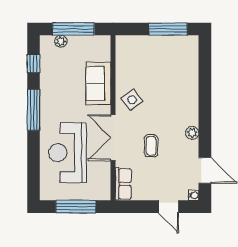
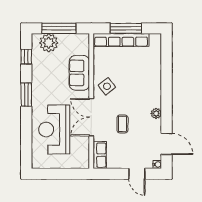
window: (168, 29) -> (126, 28), moved
plant: (61, 41) -> (49, 43), width x1.87, depth x1.87
row of seats: (149, 43) -> (121, 40), added
window: (33, 110) -> (26, 95), width x0.69
window: (76, 207) -> (61, 174), removed

